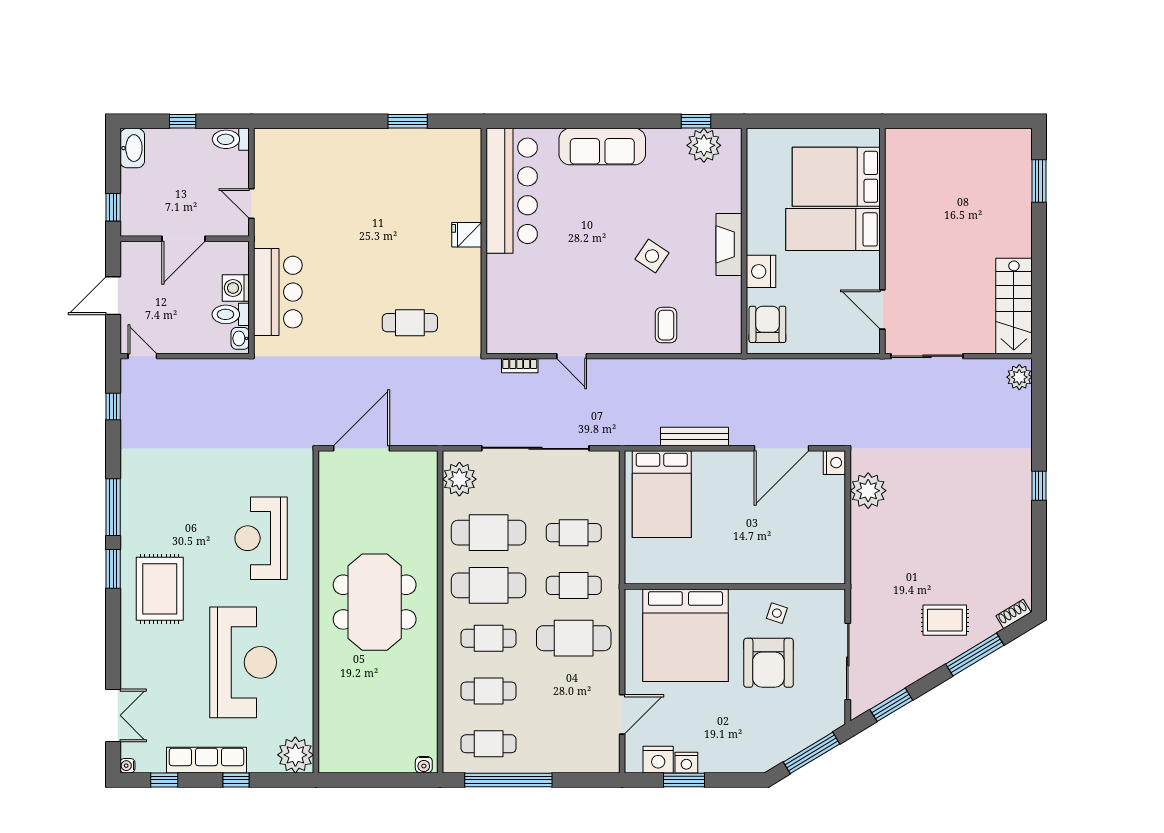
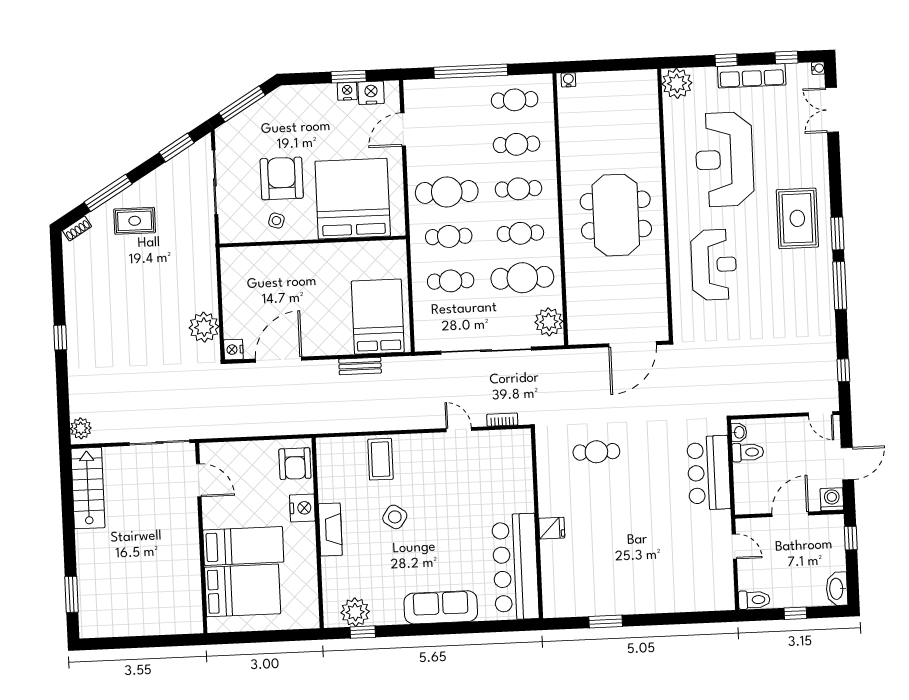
washing machine: (236, 288) -> (832, 499), moved, turned -90
coffee table: (666, 325) -> (380, 459), width x1.36, depth x1.30
bench: (694, 437) -> (360, 366), width x0.73
cafe table: (489, 585) -> (520, 233), width x0.73, depth x0.74
window: (508, 780) -> (471, 71), moved

